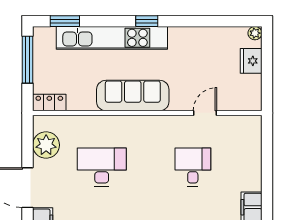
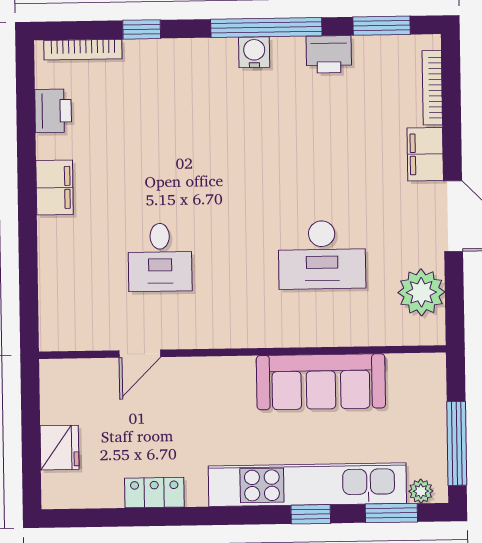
window: (147, 21) -> (311, 514), moved
plant: (255, 33) -> (421, 491), moved
sofa: (133, 96) -> (321, 382), moved
locker: (49, 102) -> (154, 493), moved, turned 180

